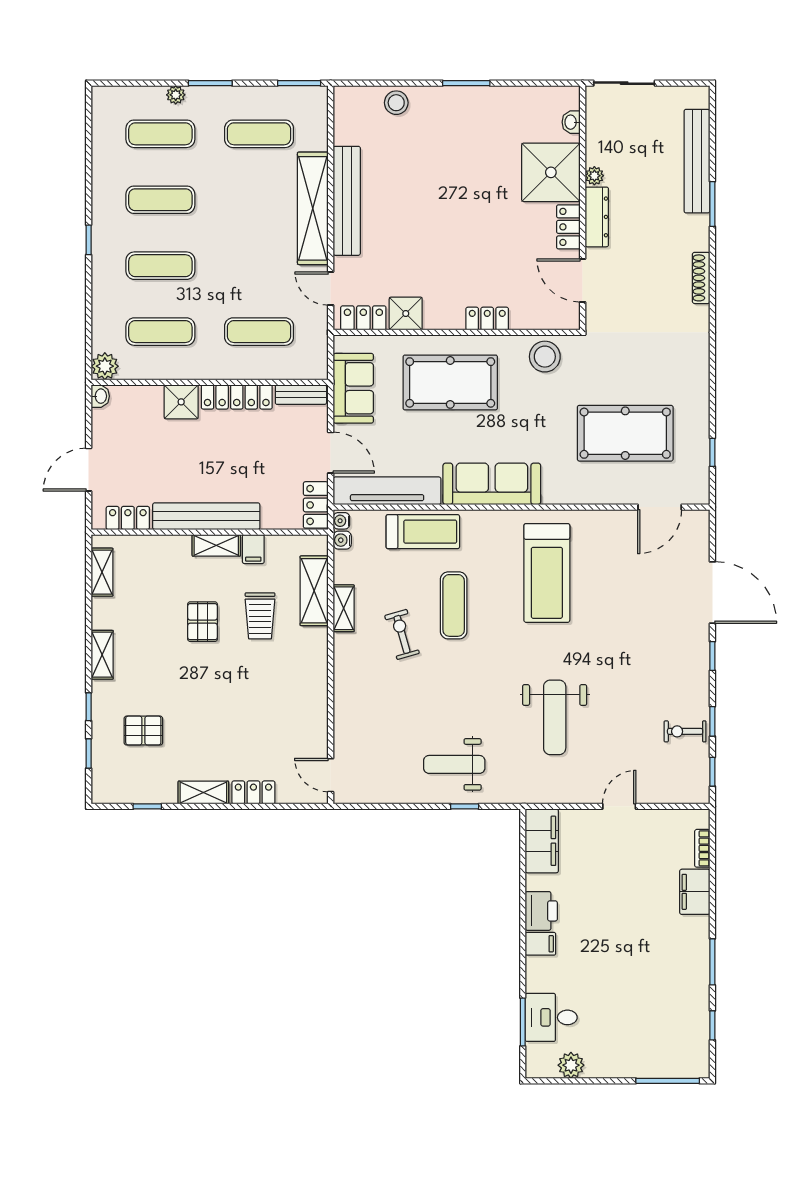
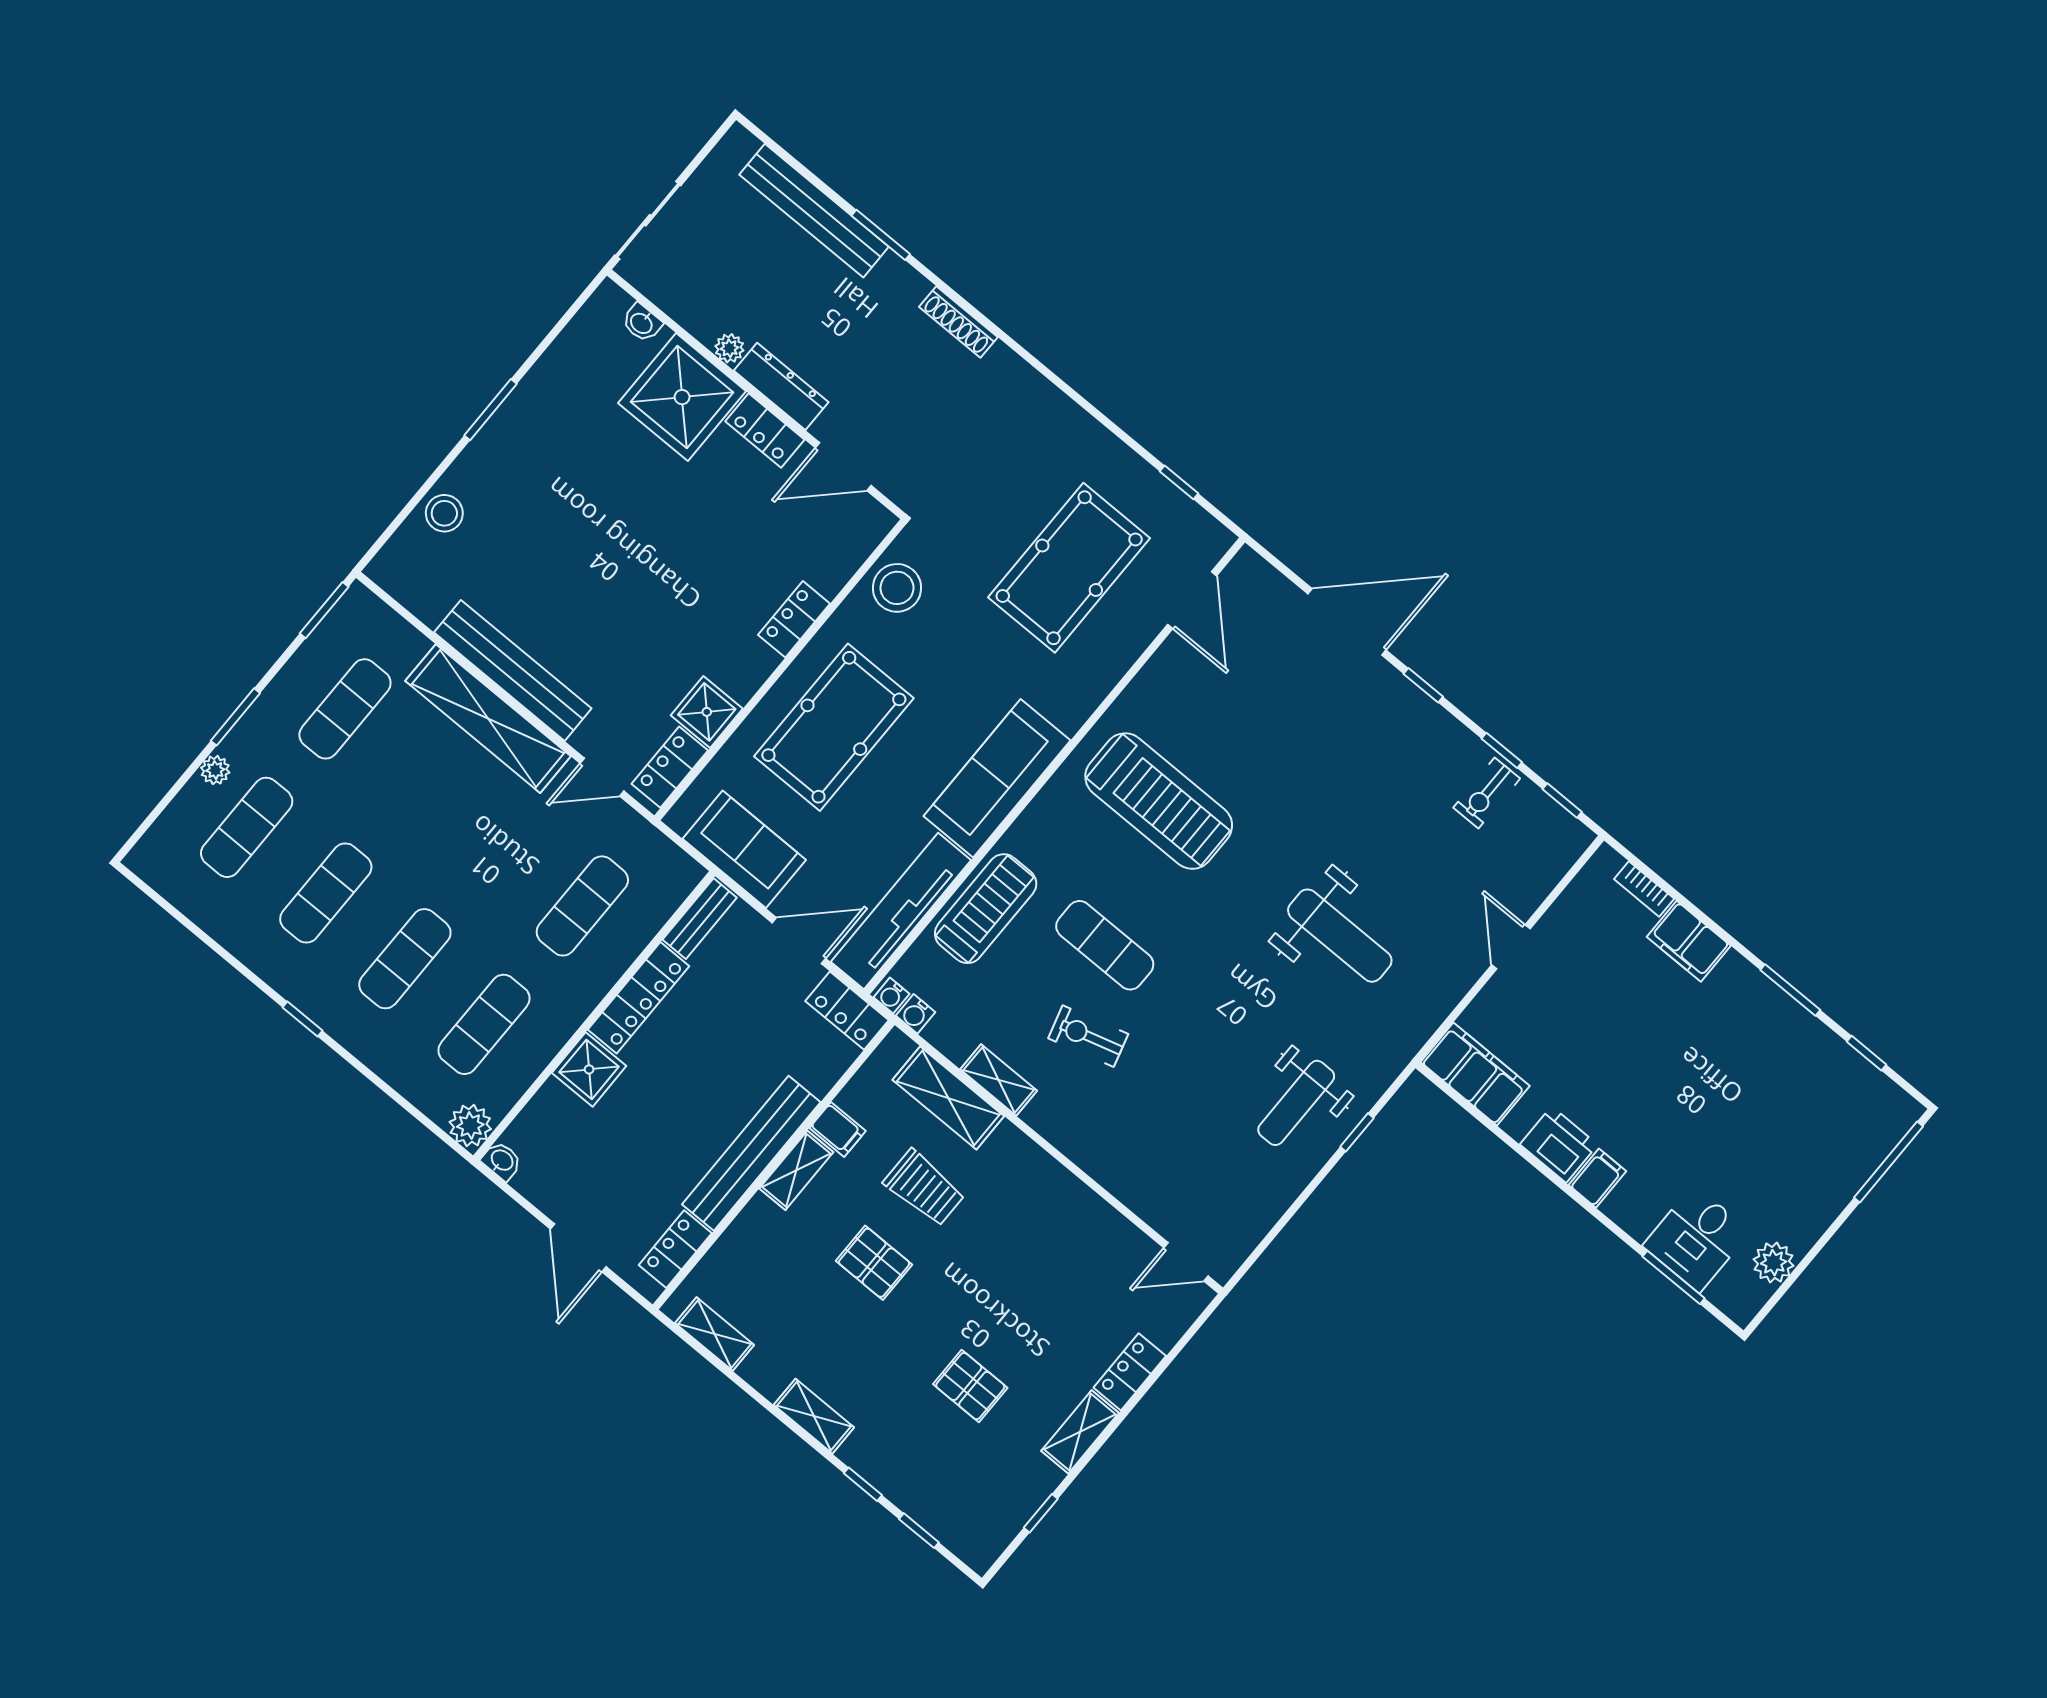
pallet: (143, 731) -> (970, 1386), moved, turned 90

